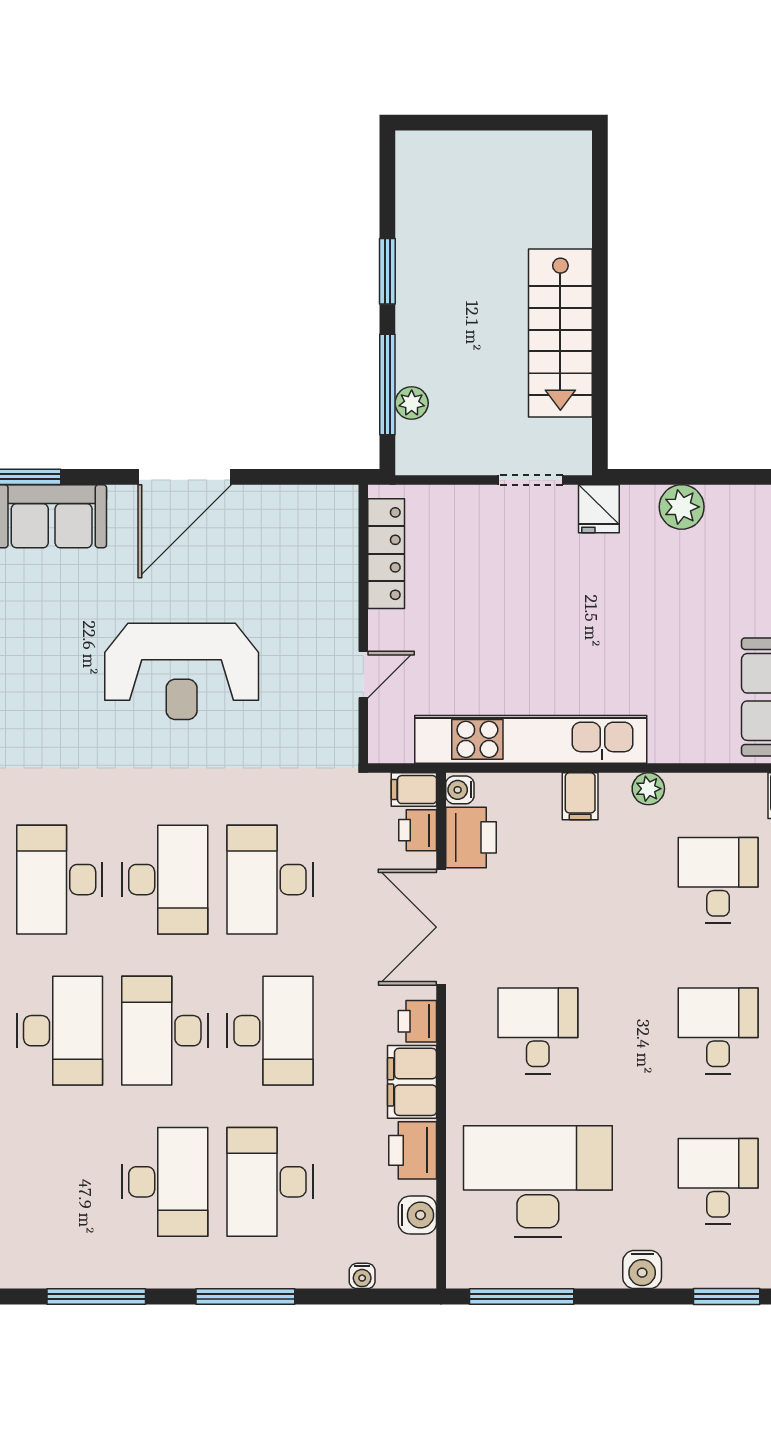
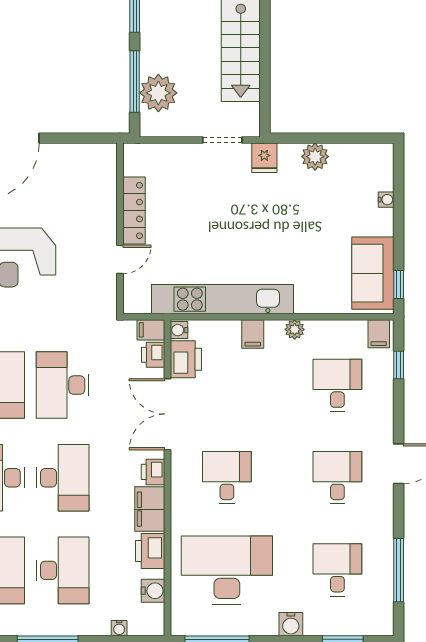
plant: (412, 403) -> (158, 93), width x1.87, depth x1.87
locker: (386, 554) -> (134, 211), moved
desk: (270, 1182) -> (63, 570), turned 180

